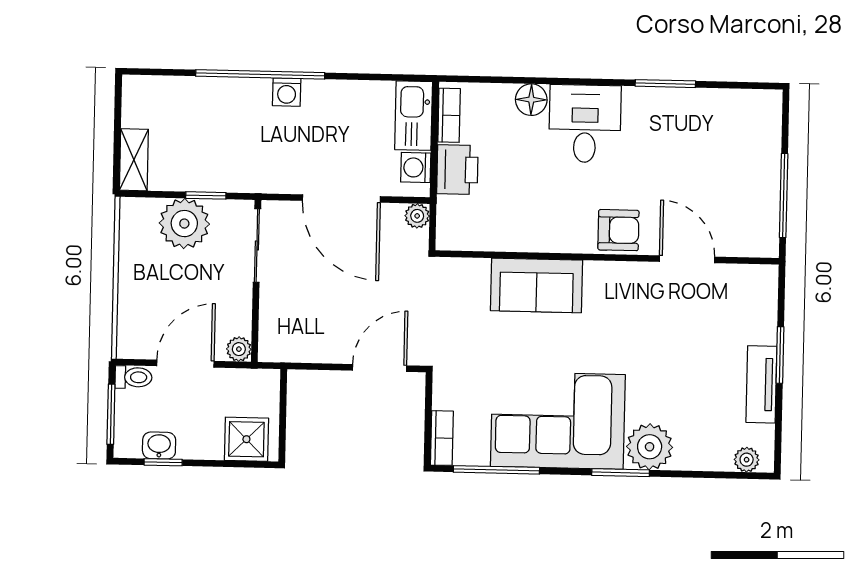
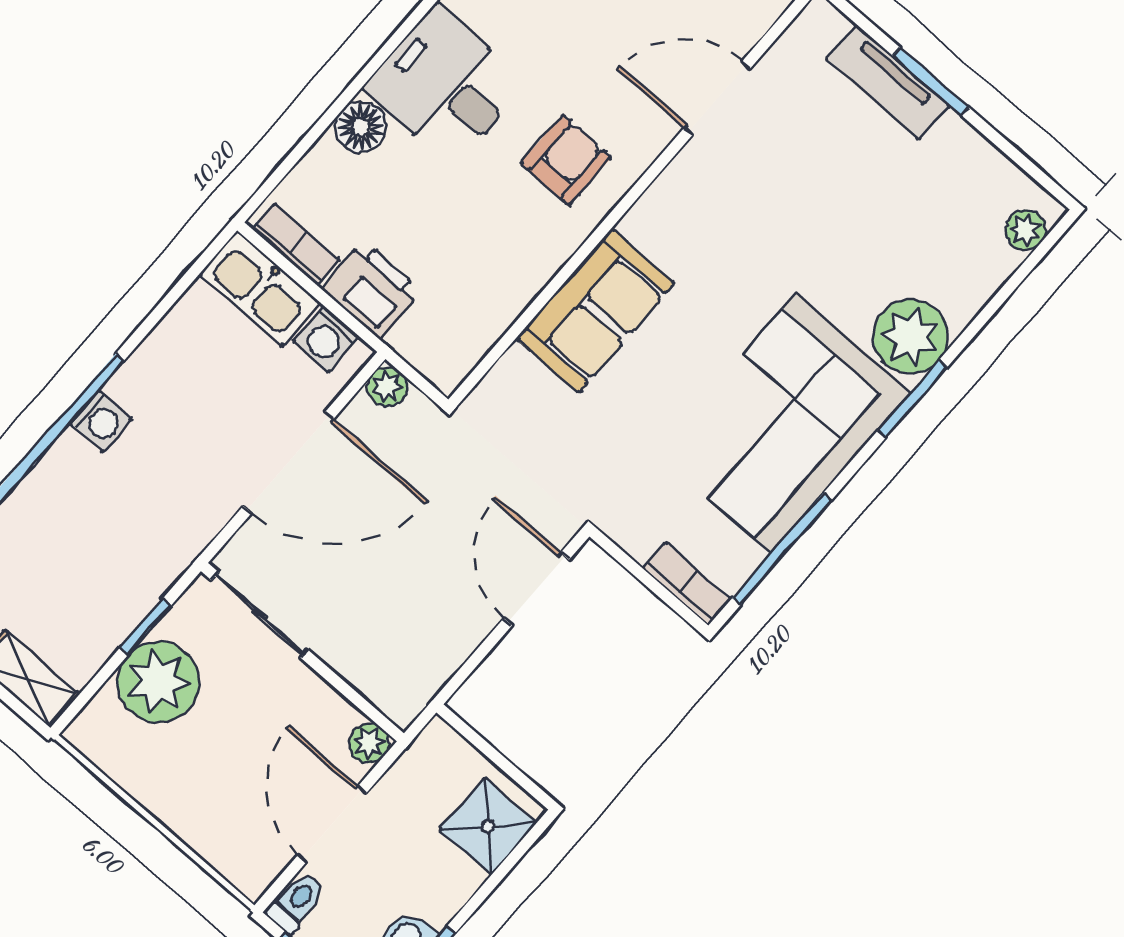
armchair: (618, 230) -> (566, 160), moved
tv unit: (761, 384) -> (887, 82), moved

